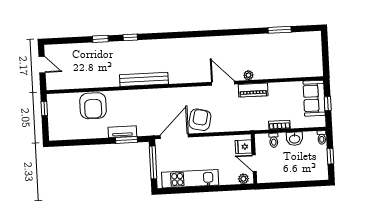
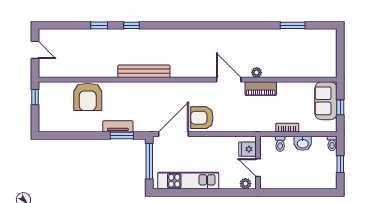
armchair: (200, 120) -> (202, 118), turned -103

